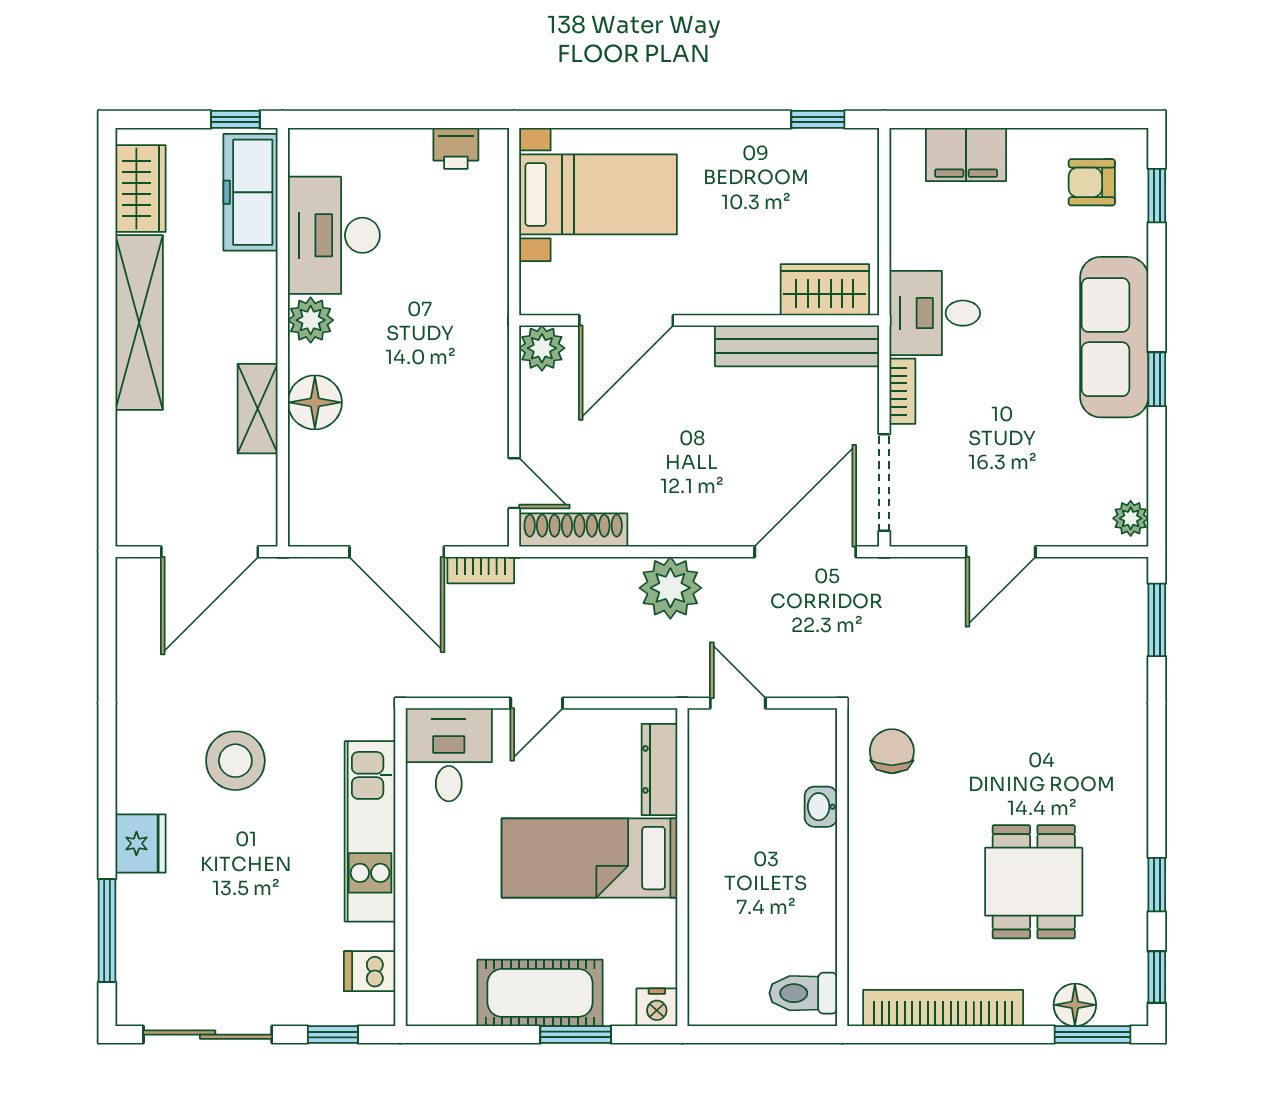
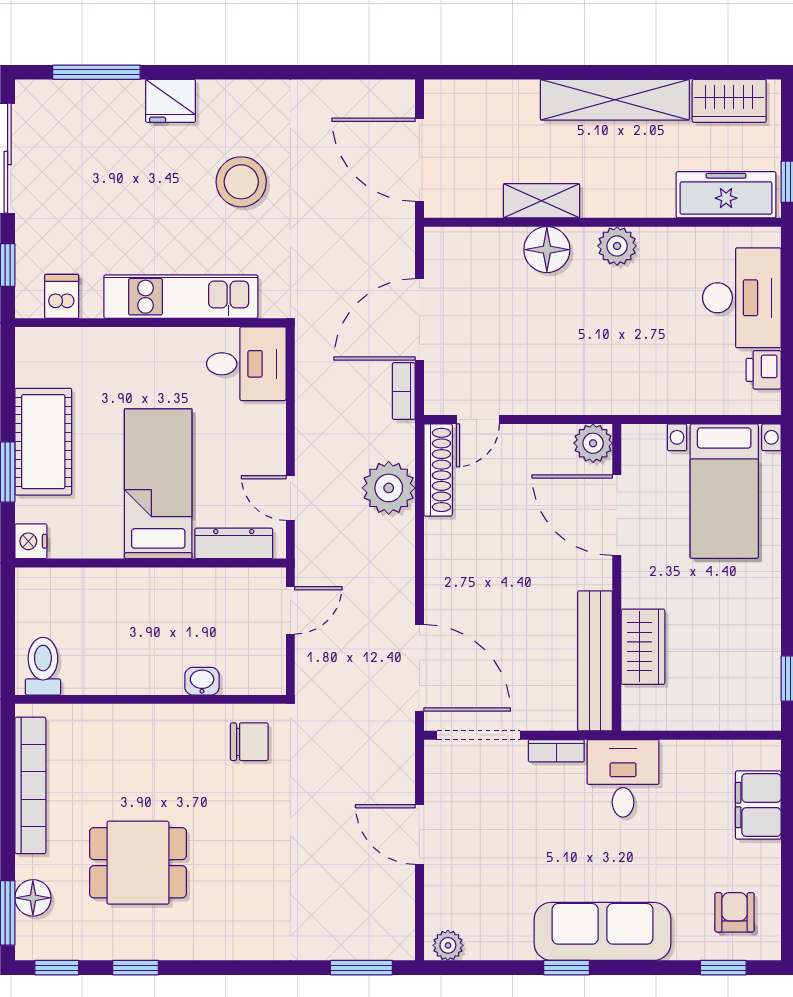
desk: (334, 235) -> (742, 298), moved, turned 90
wardrobe: (825, 290) -> (643, 647), moved
plant: (670, 588) -> (389, 488), moved
door: (537, 703) -> (290, 498), moved

